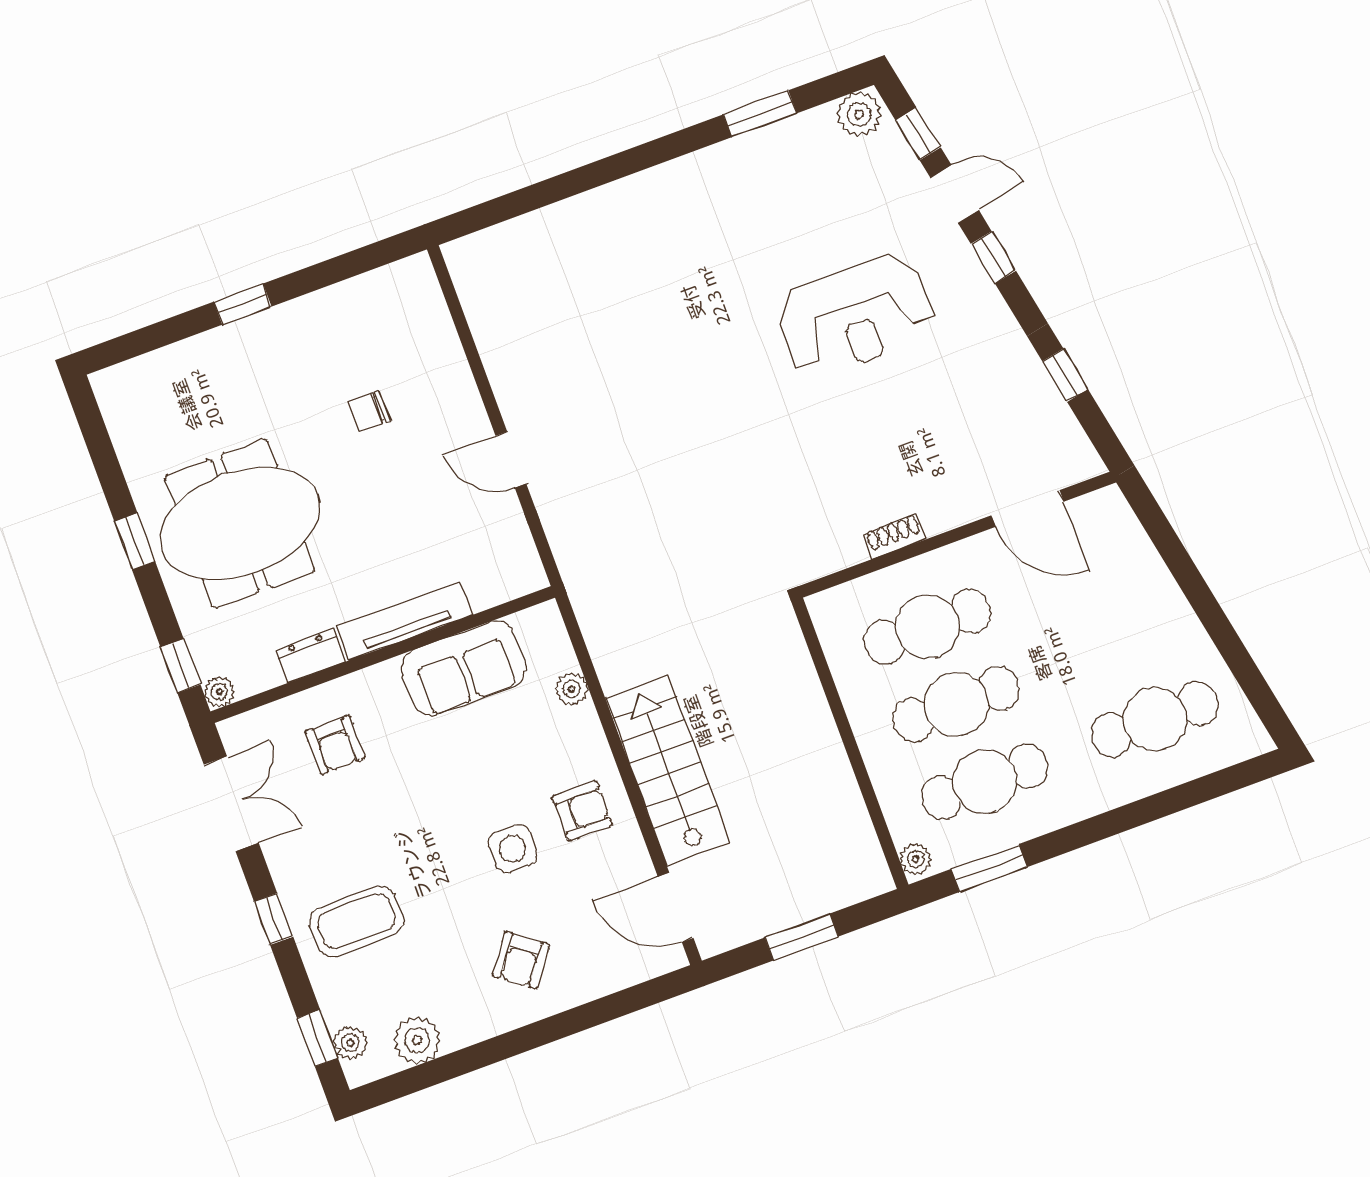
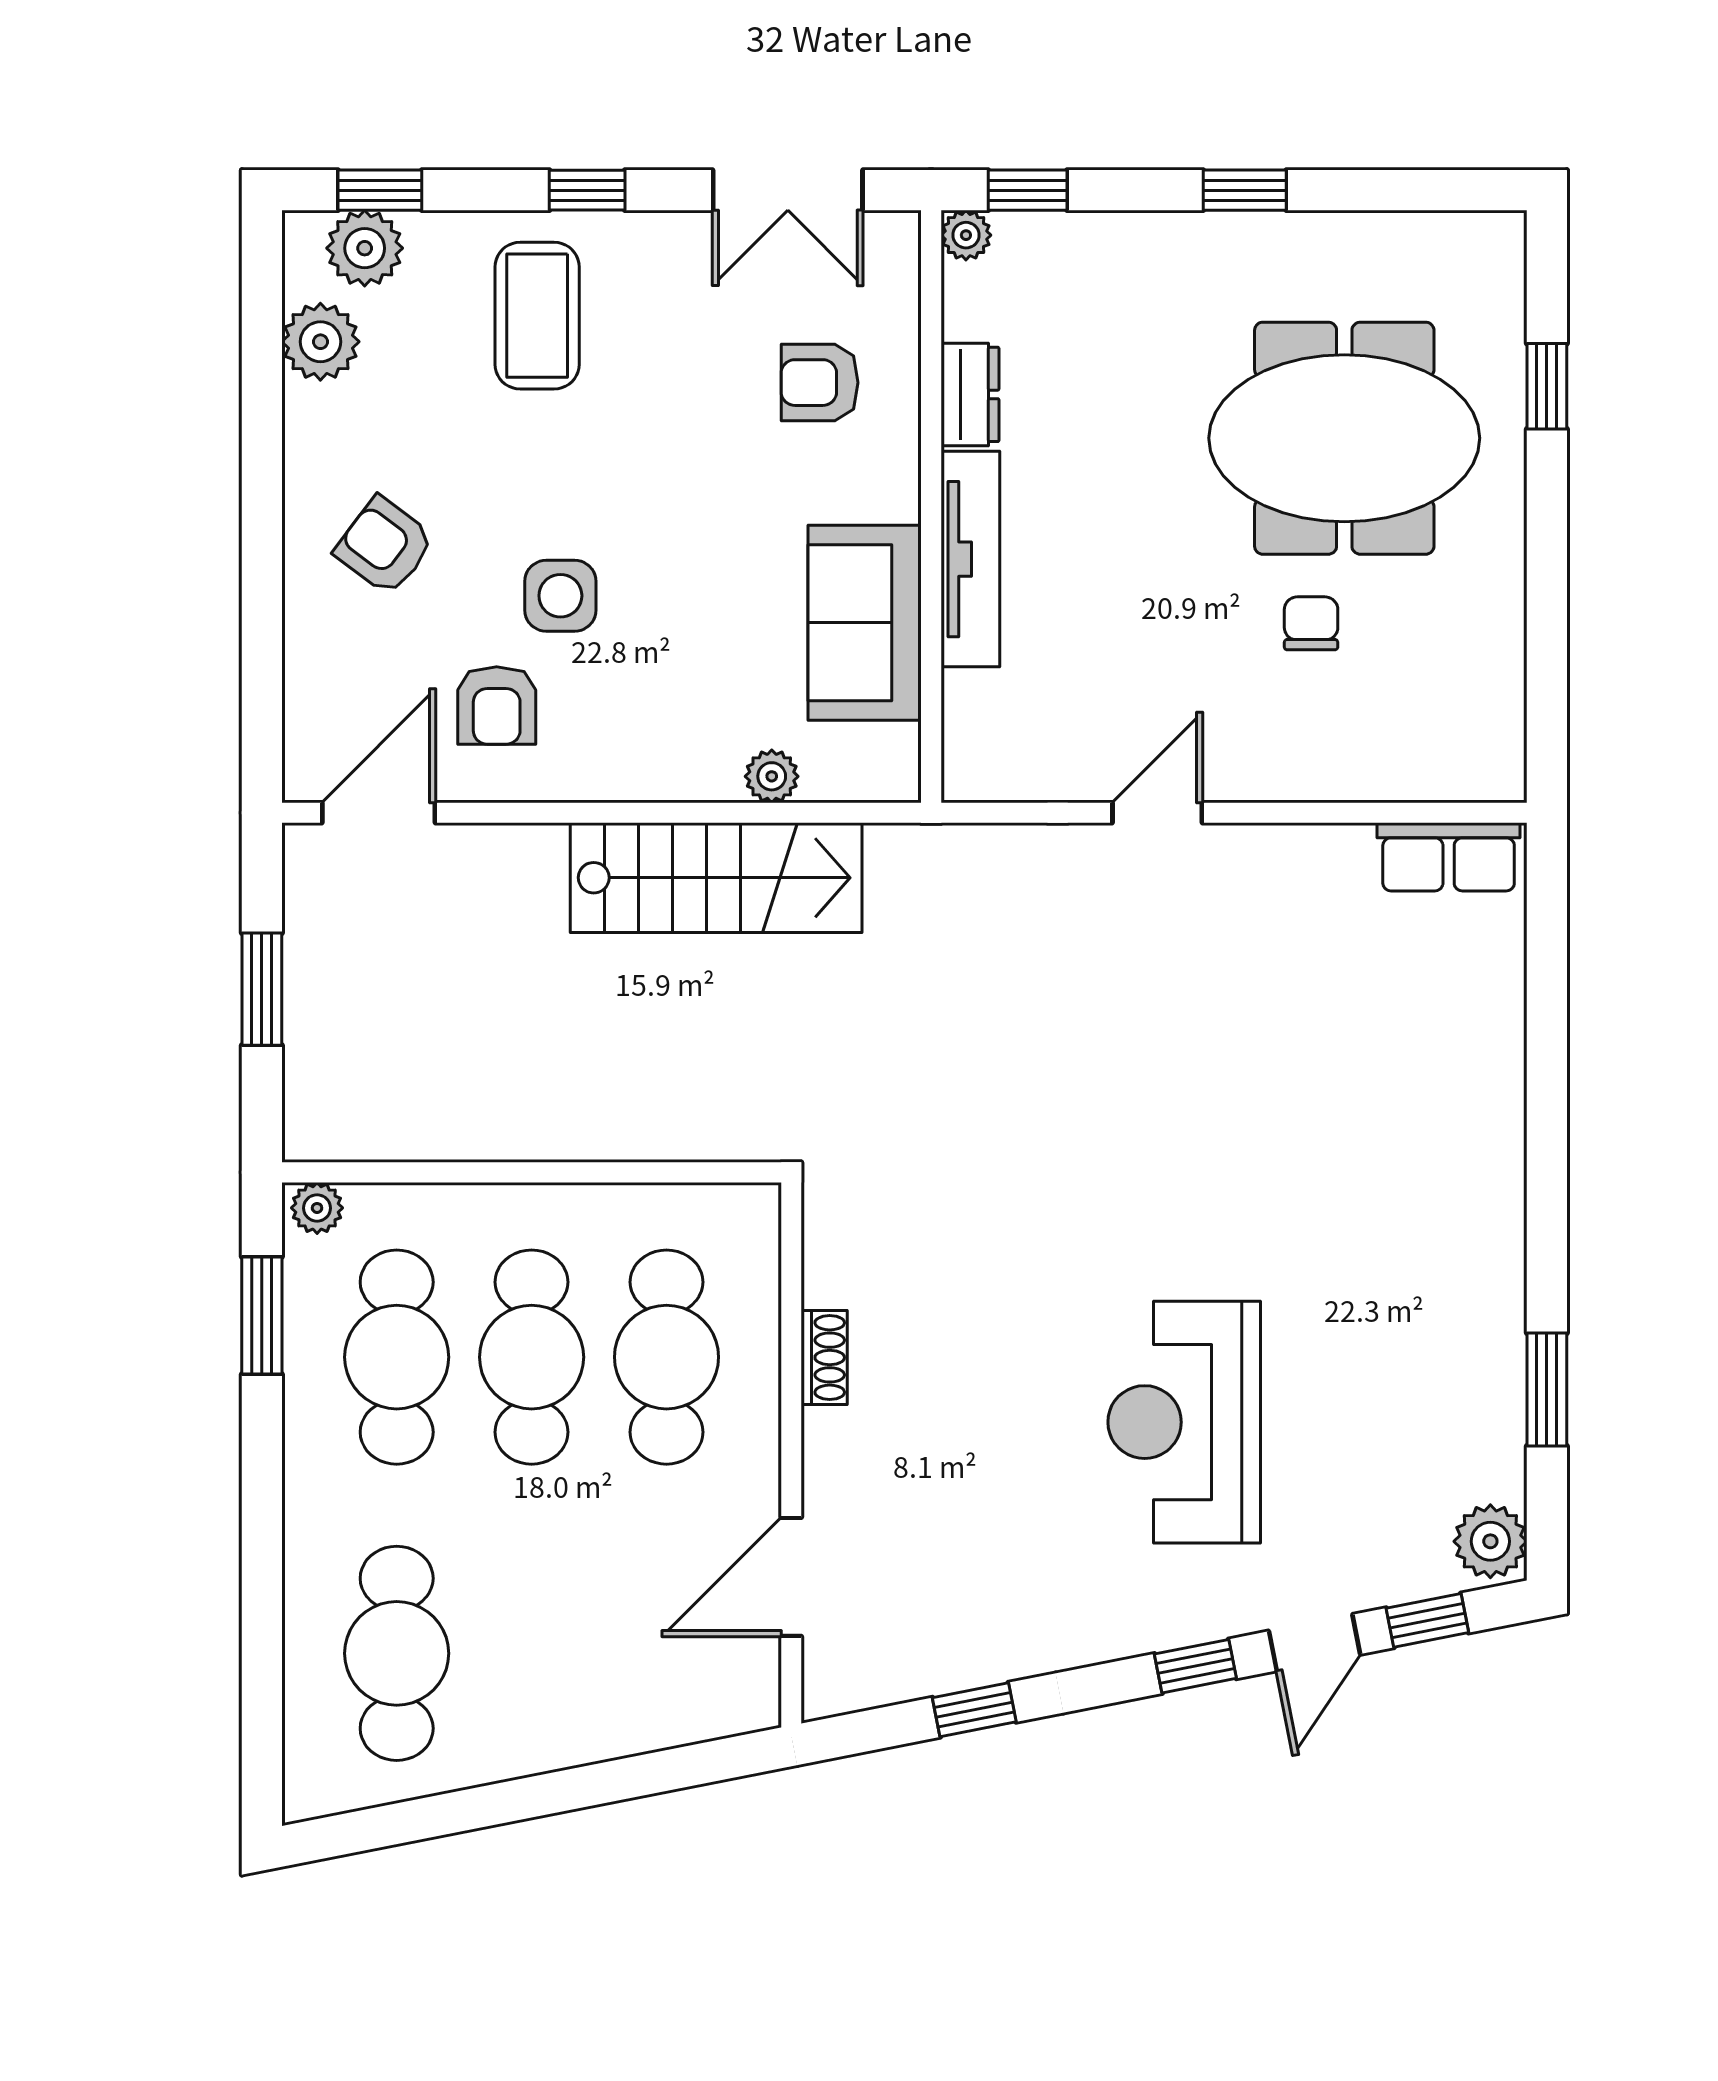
row of seats: (475, 283) -> (1449, 857), added
window: (243, 304) -> (1547, 386), moved
meeting table: (240, 523) -> (1344, 438), moved, turned 90
stairs: (668, 770) -> (716, 878), moved
armchair: (582, 811) -> (497, 705), moved
plant: (350, 1043) -> (365, 248), width x1.38, depth x1.38

